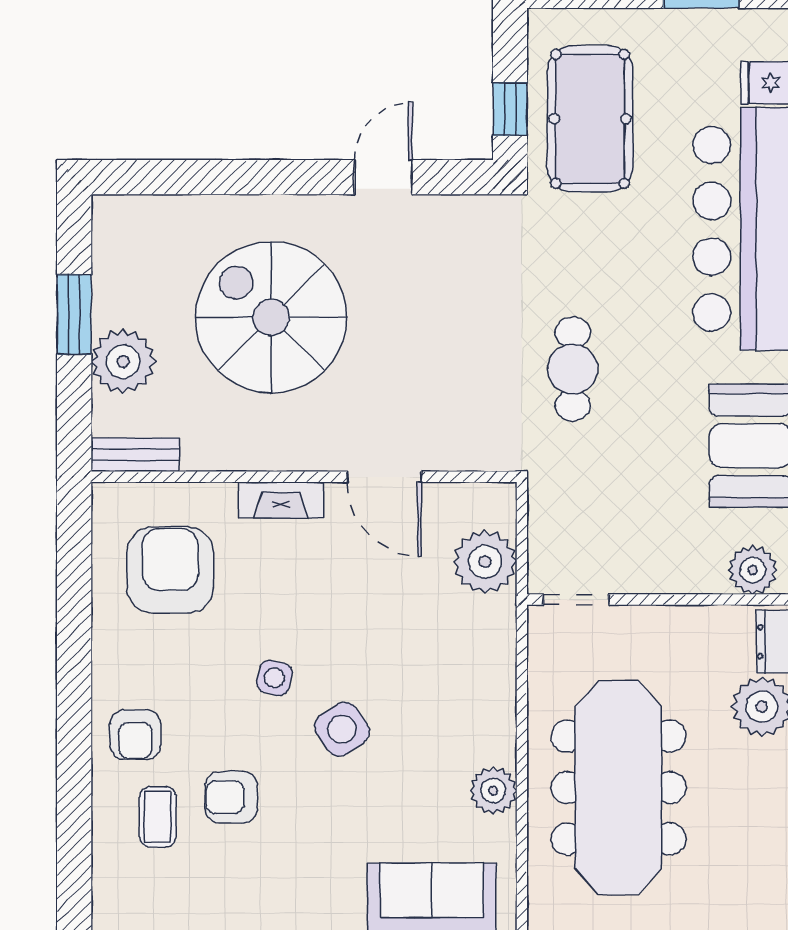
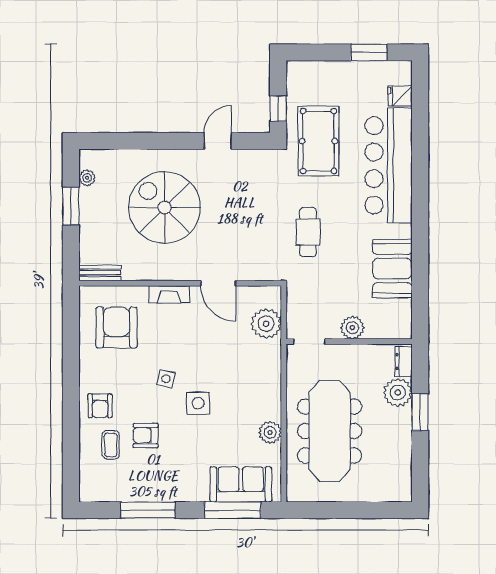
pool table: (590, 119) -> (318, 141), moved
plant: (123, 361) -> (87, 178), moved, width x0.53, depth x0.53
plant: (753, 570) -> (352, 328), moved
side table: (342, 729) -> (198, 403), turned 34

